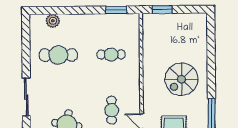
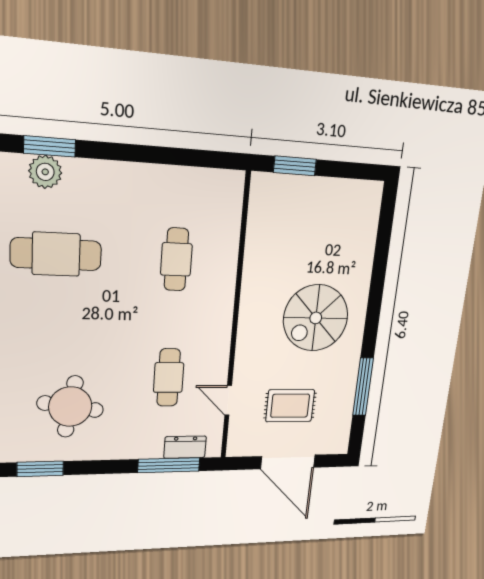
window: (116, 10) -> (50, 146), moved
cafe table: (111, 55) -> (176, 259), turned 90

